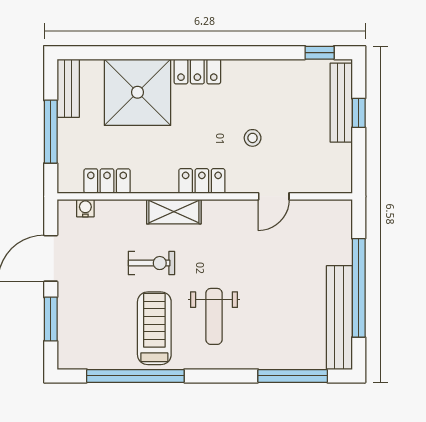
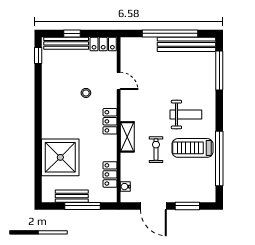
locker: (197, 71) -> (103, 44), moved, turned 90
bench: (68, 88) -> (72, 196), moved

